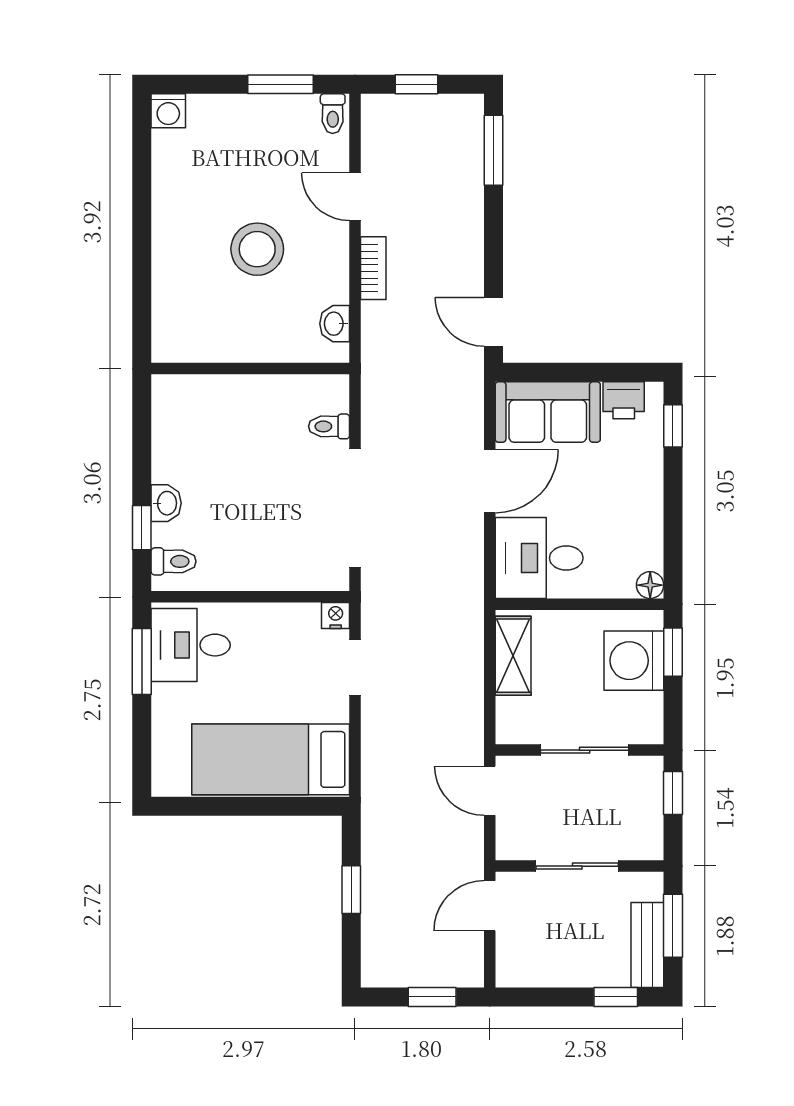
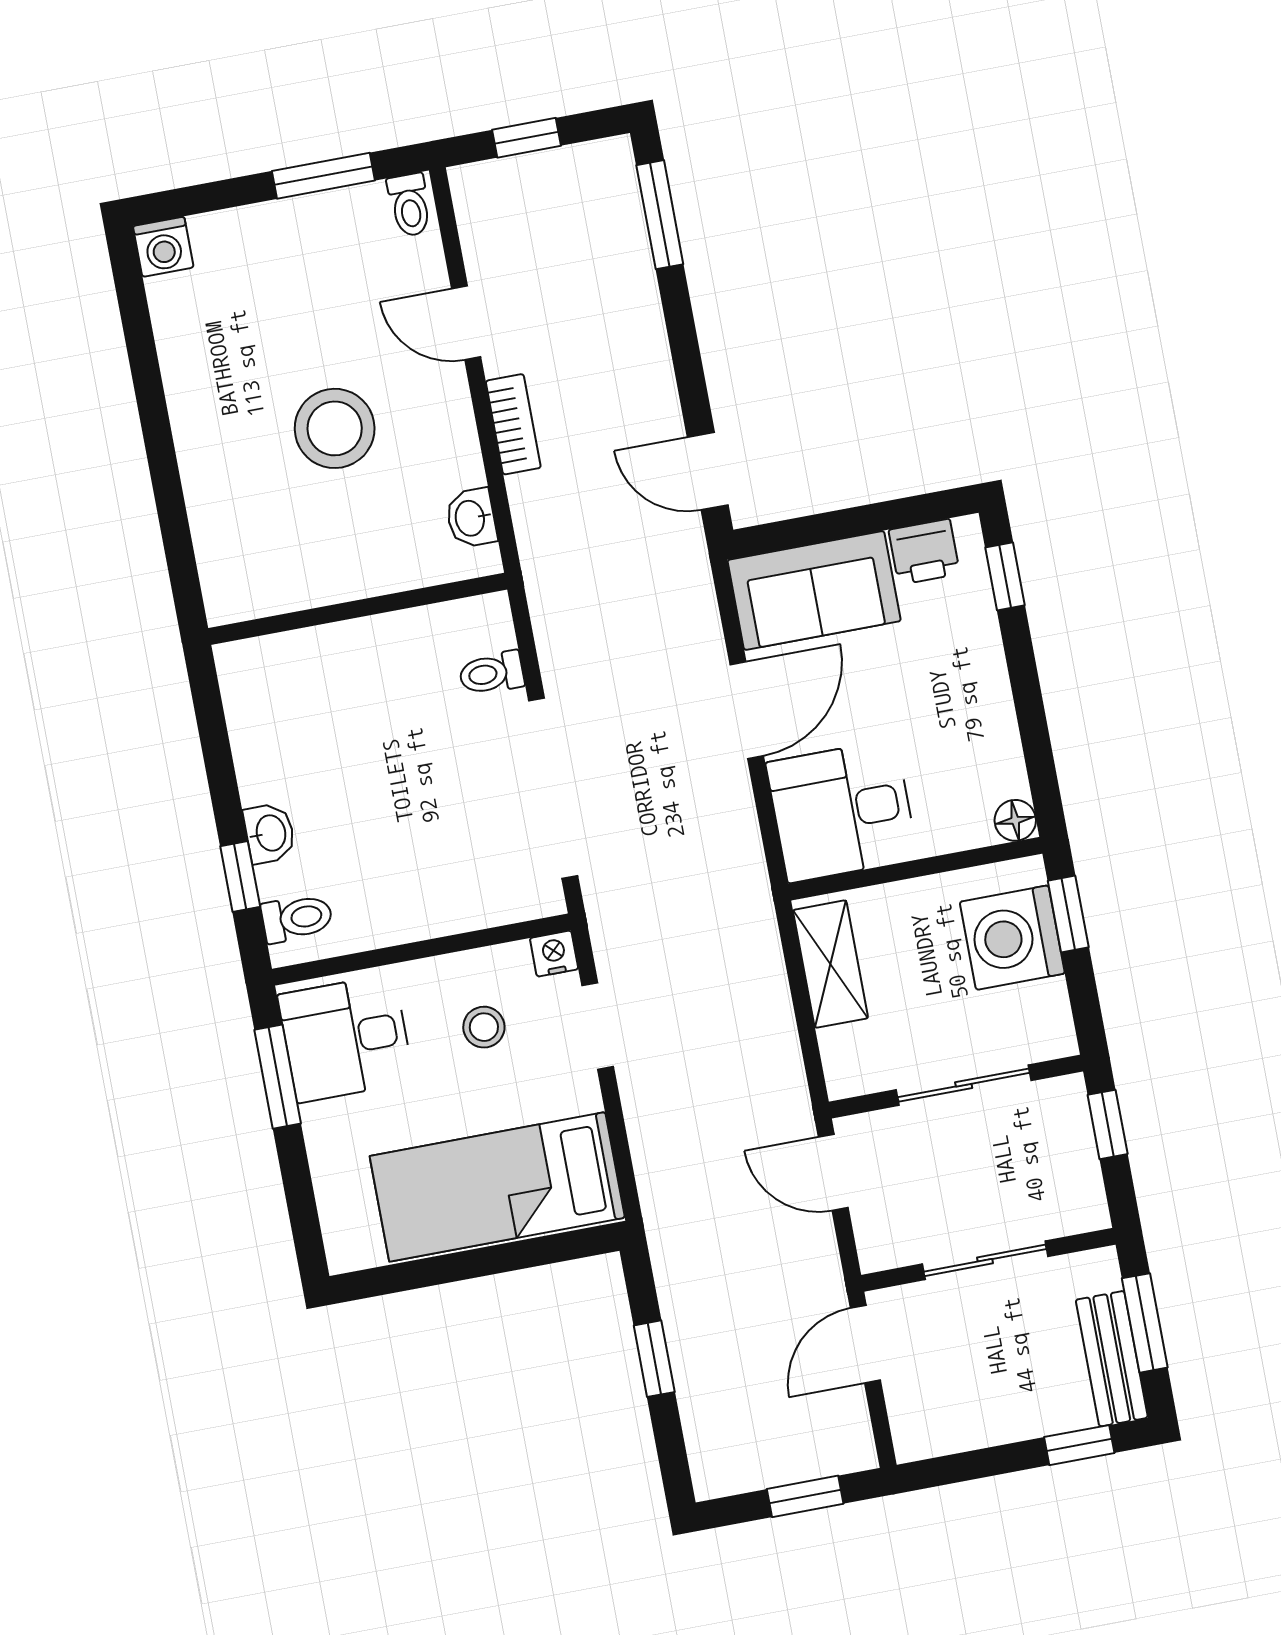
stool: (281, 654) -> (484, 1027), added

